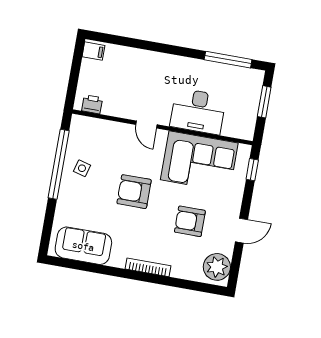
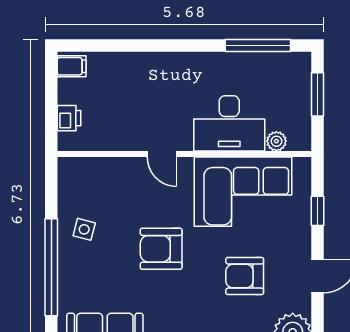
printer: (92, 104) -> (69, 118), moved, turned 90
plant: (229, 130) -> (276, 141), added
window: (59, 164) -> (51, 267), moved
window: (252, 170) -> (318, 211), moved

